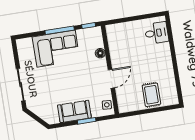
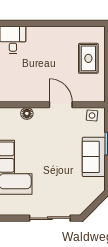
rug: (151, 95) -> (88, 58), turned 90

